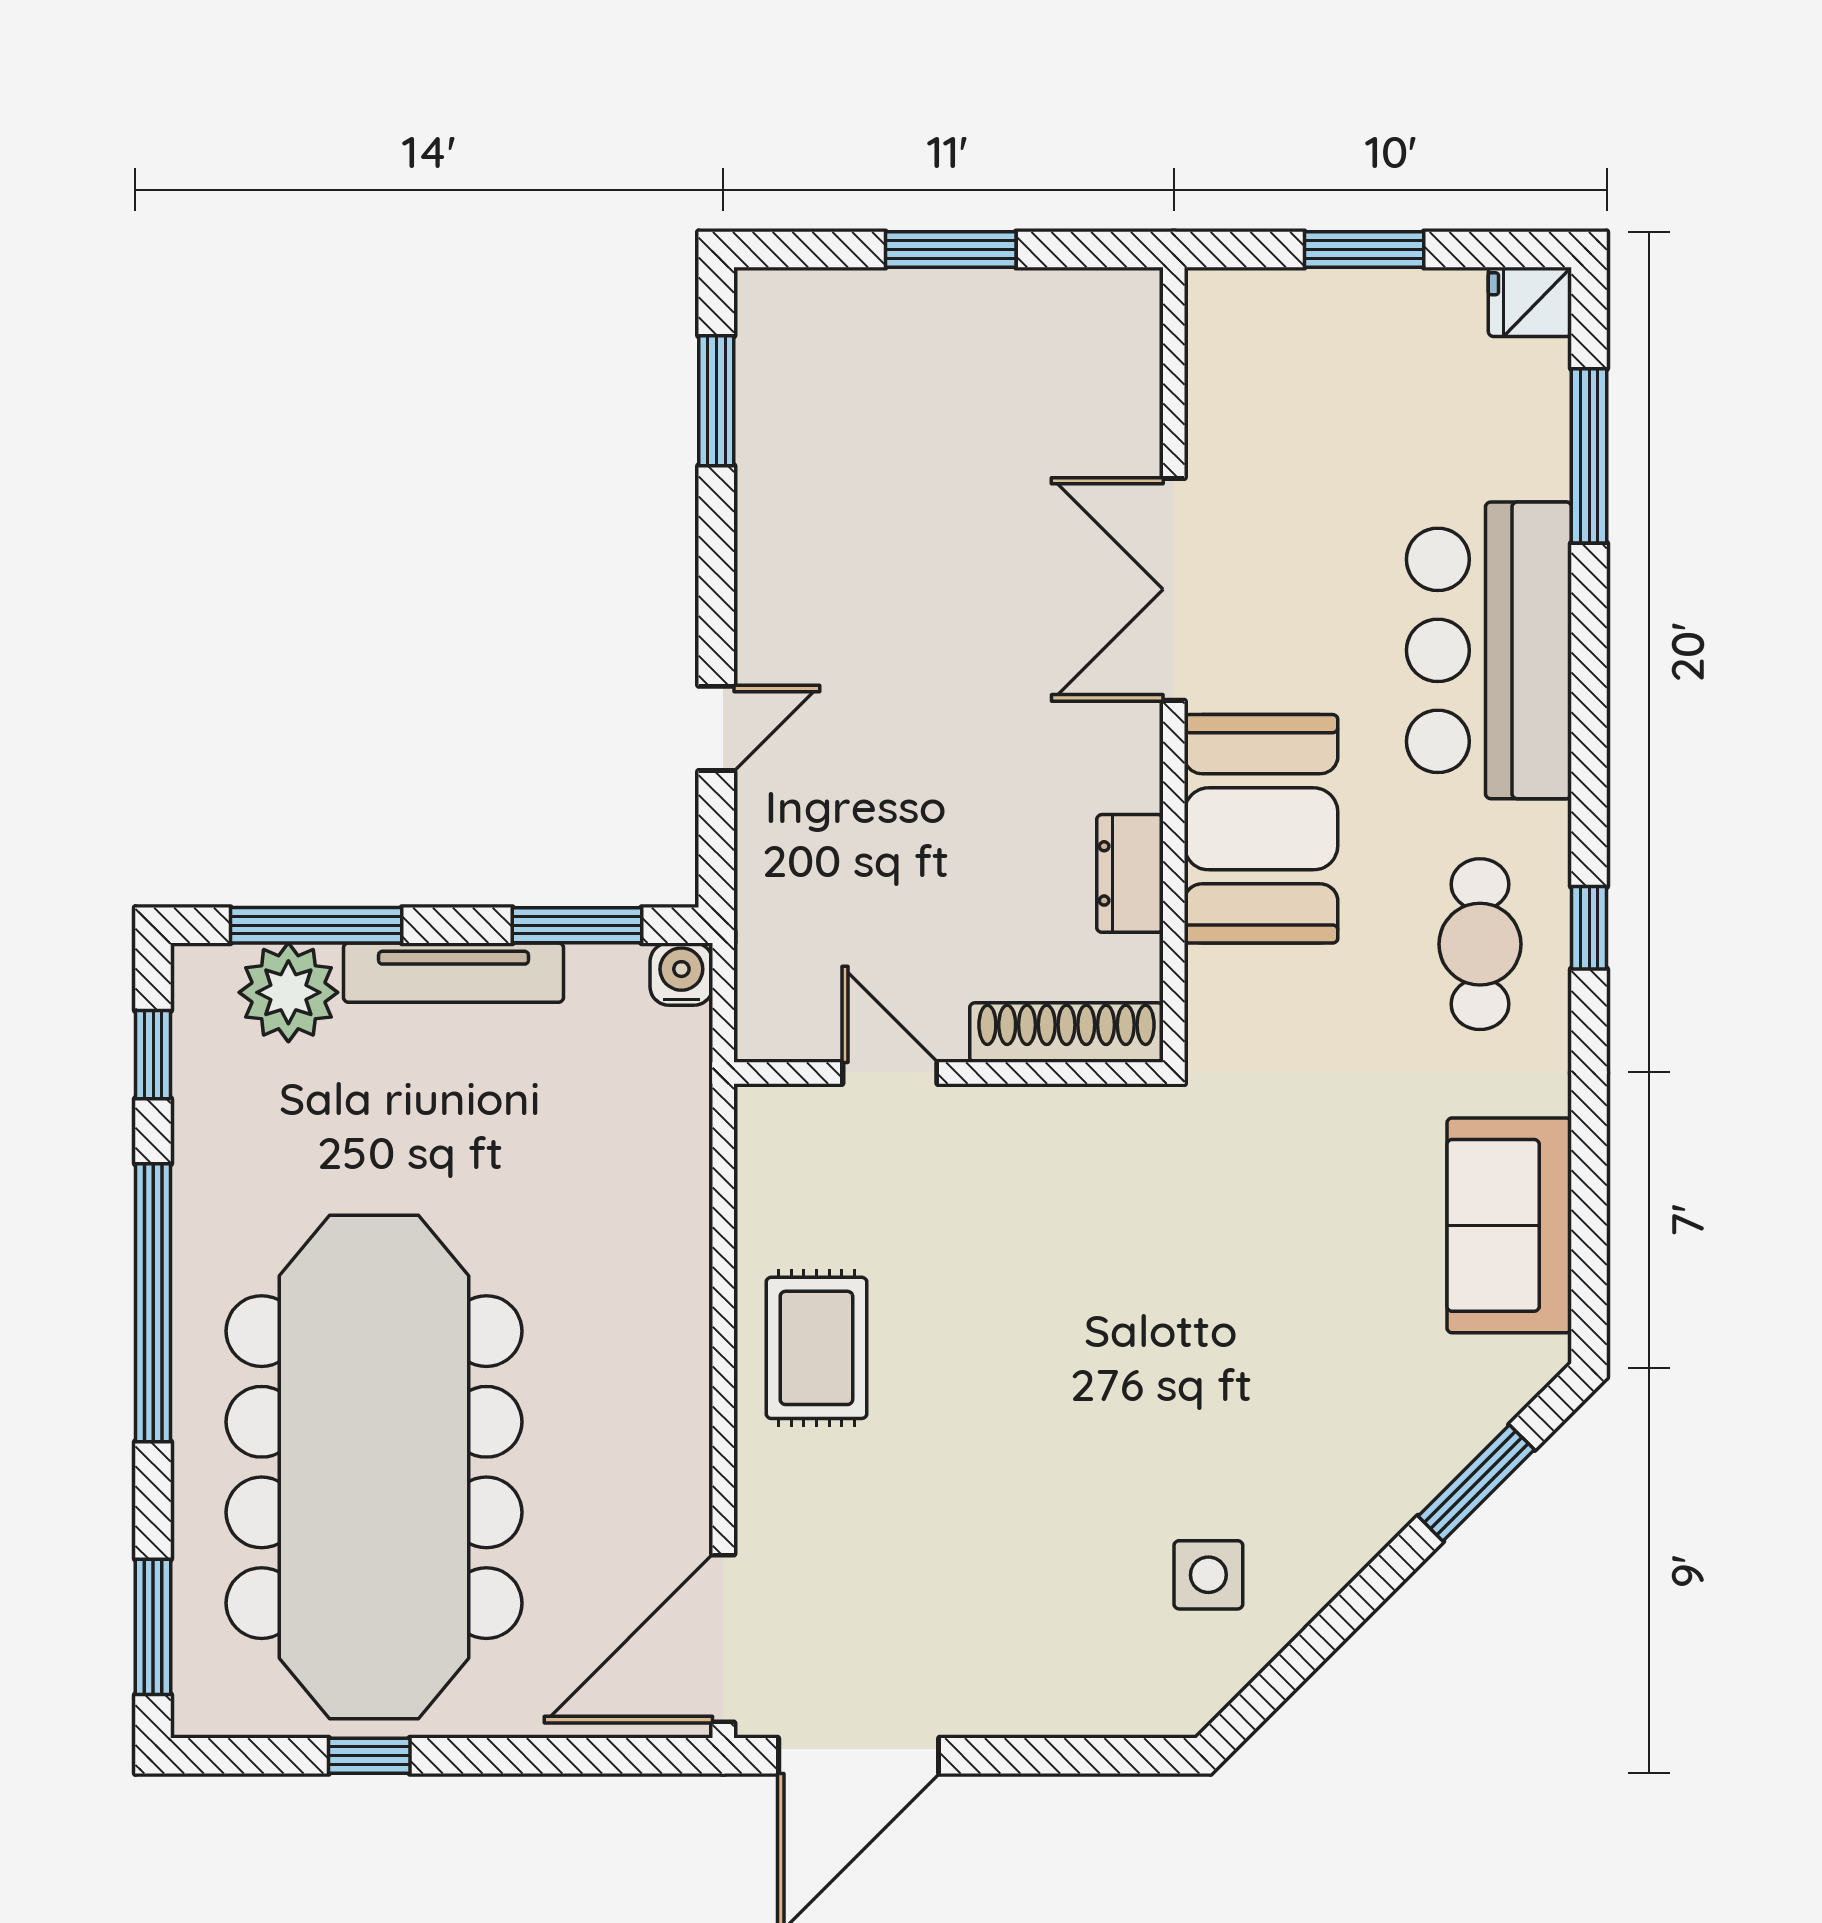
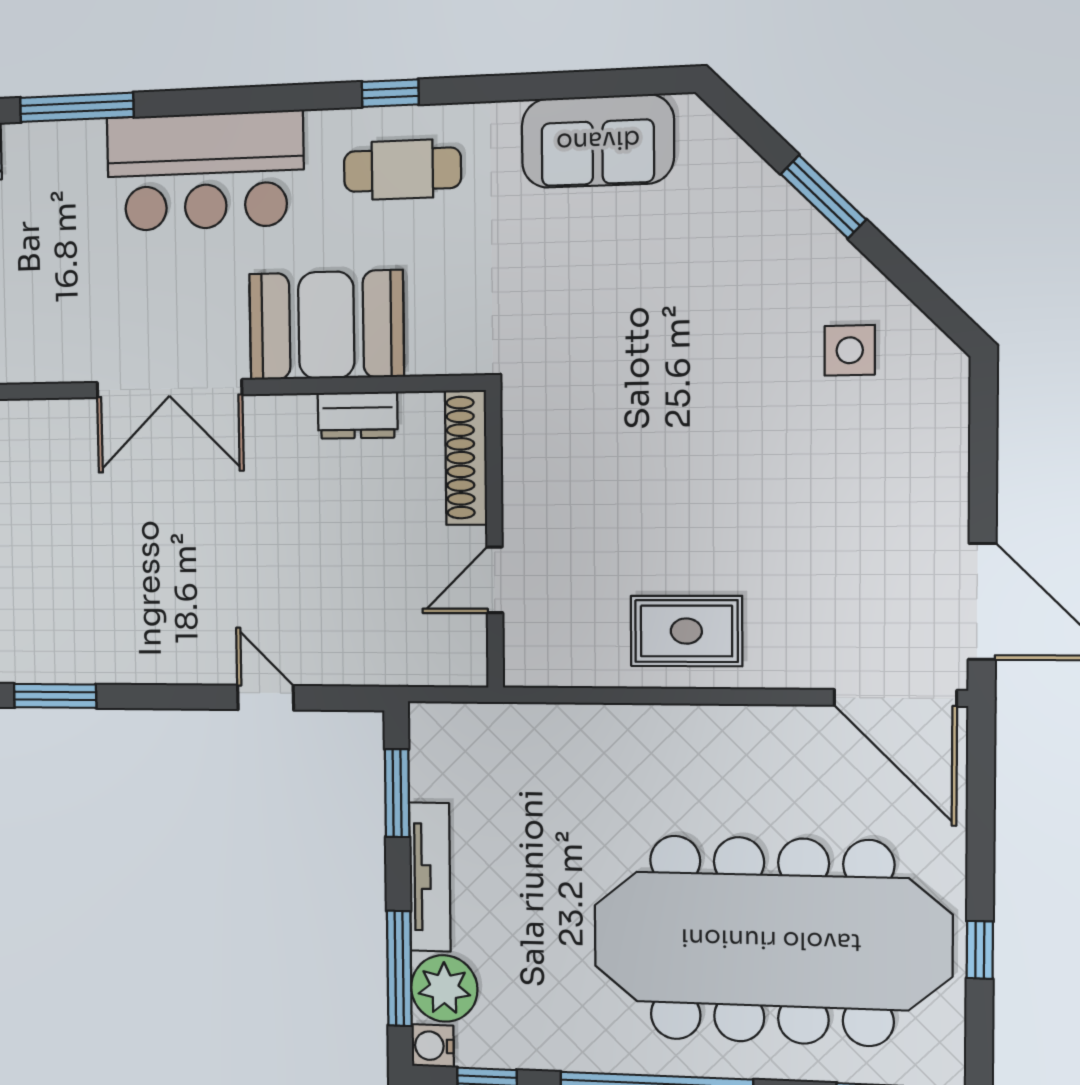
water cooler: (681, 974) -> (433, 1046), moved
window: (1476, 1483) -> (823, 197), moved

